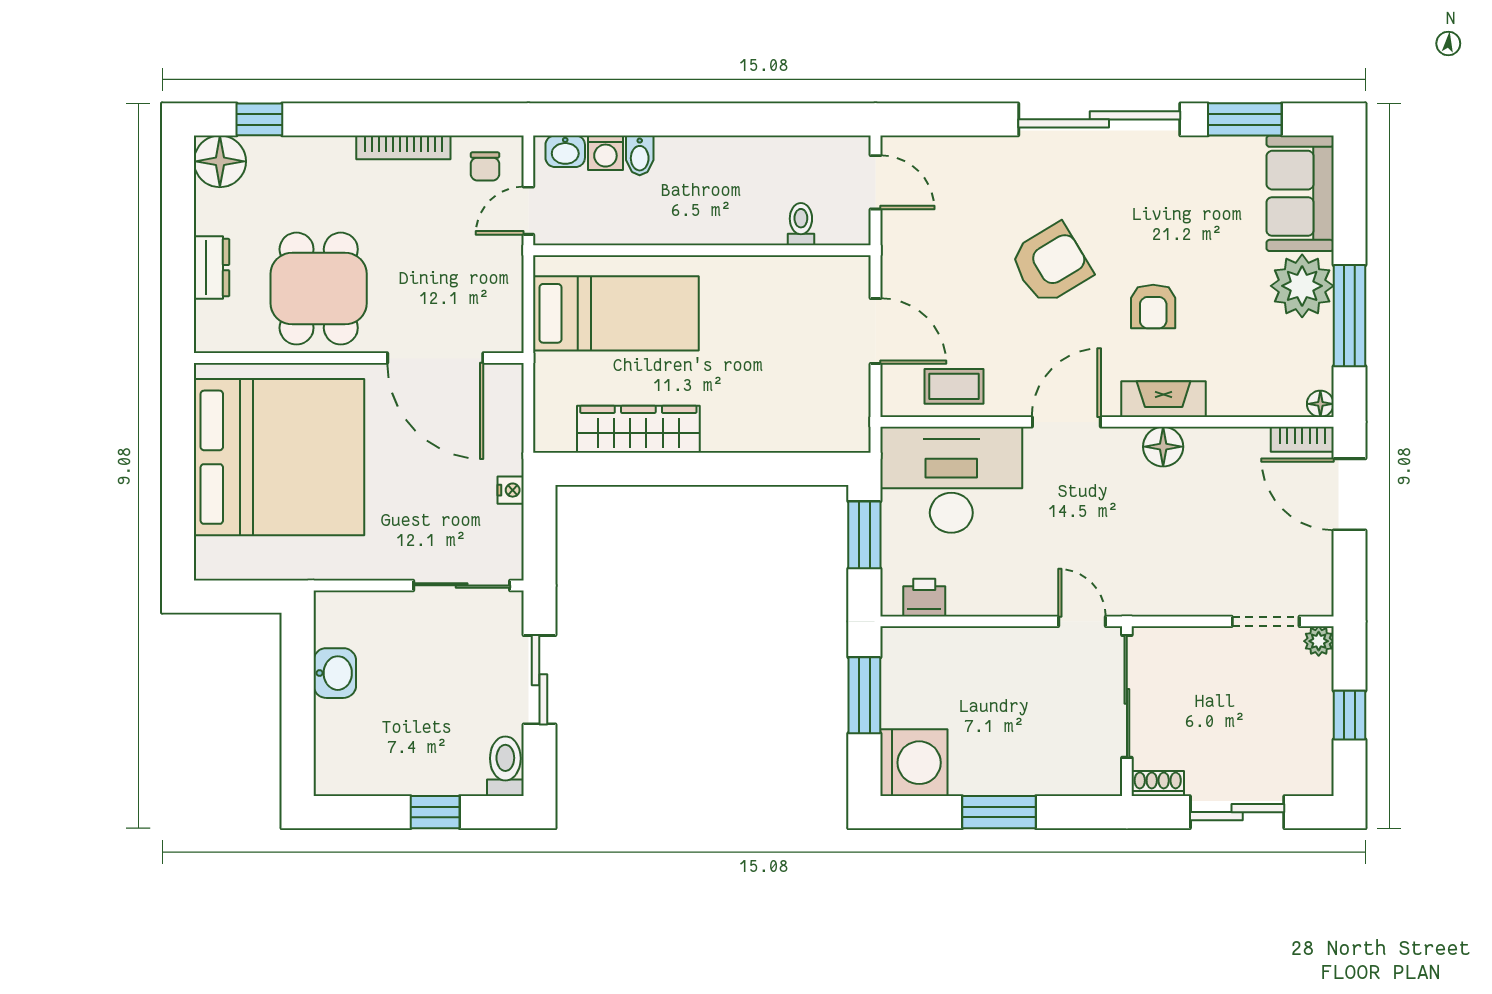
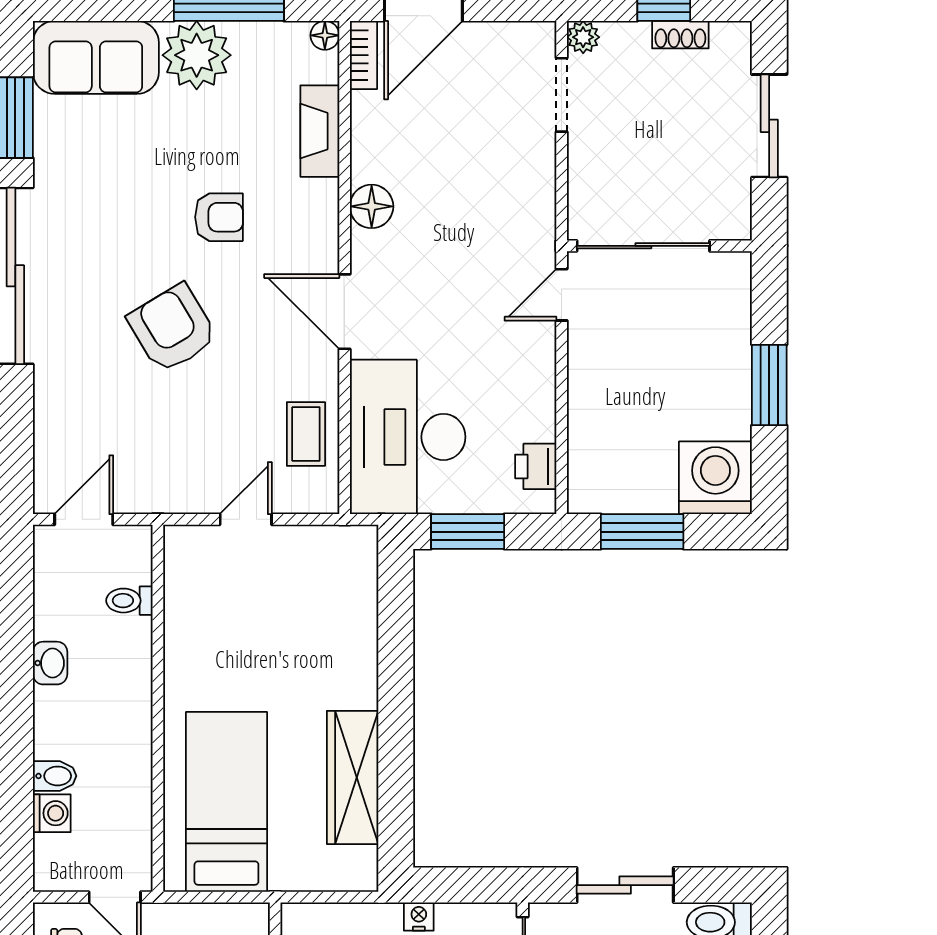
washbasin: (565, 151) -> (50, 663), moved
door: (875, 331) -> (246, 519), width x0.73
fireplace: (1164, 399) -> (320, 131), moved
shoe rack: (1158, 784) -> (680, 35), moved, turned -90

